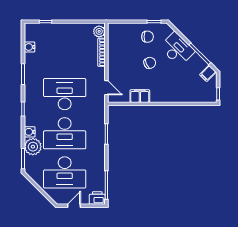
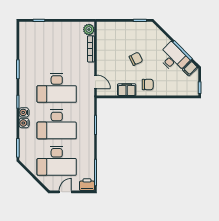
chair: (148, 37) -> (148, 85), moved
water cooler: (30, 47) -> (24, 112), moved
desk: (177, 49) -> (173, 58), moved
desk: (65, 94) -> (57, 88), turned 180
plant: (33, 147) -> (27, 137), removed

